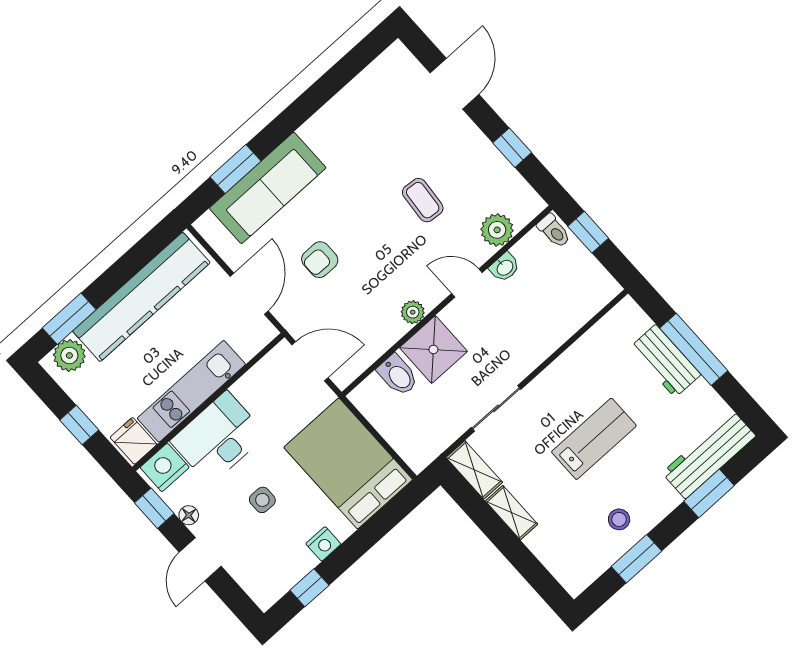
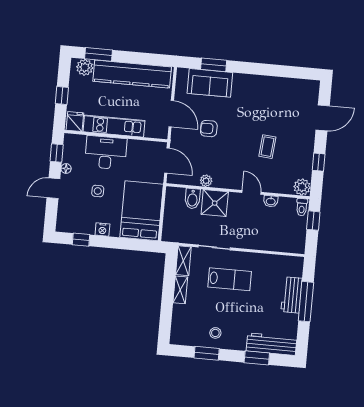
sofa: (268, 188) -> (210, 83), width x0.73
plant: (497, 230) -> (302, 187), moved
door: (249, 294) -> (171, 114), hinge flipped
plant: (413, 312) -> (206, 181), moved
lab bench: (594, 439) -> (230, 279), moved
nightstand: (165, 467) -> (76, 143), removed

